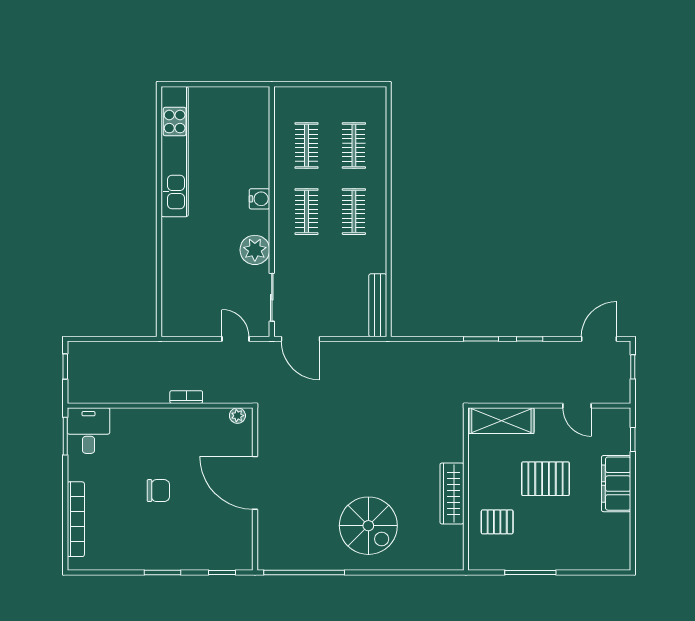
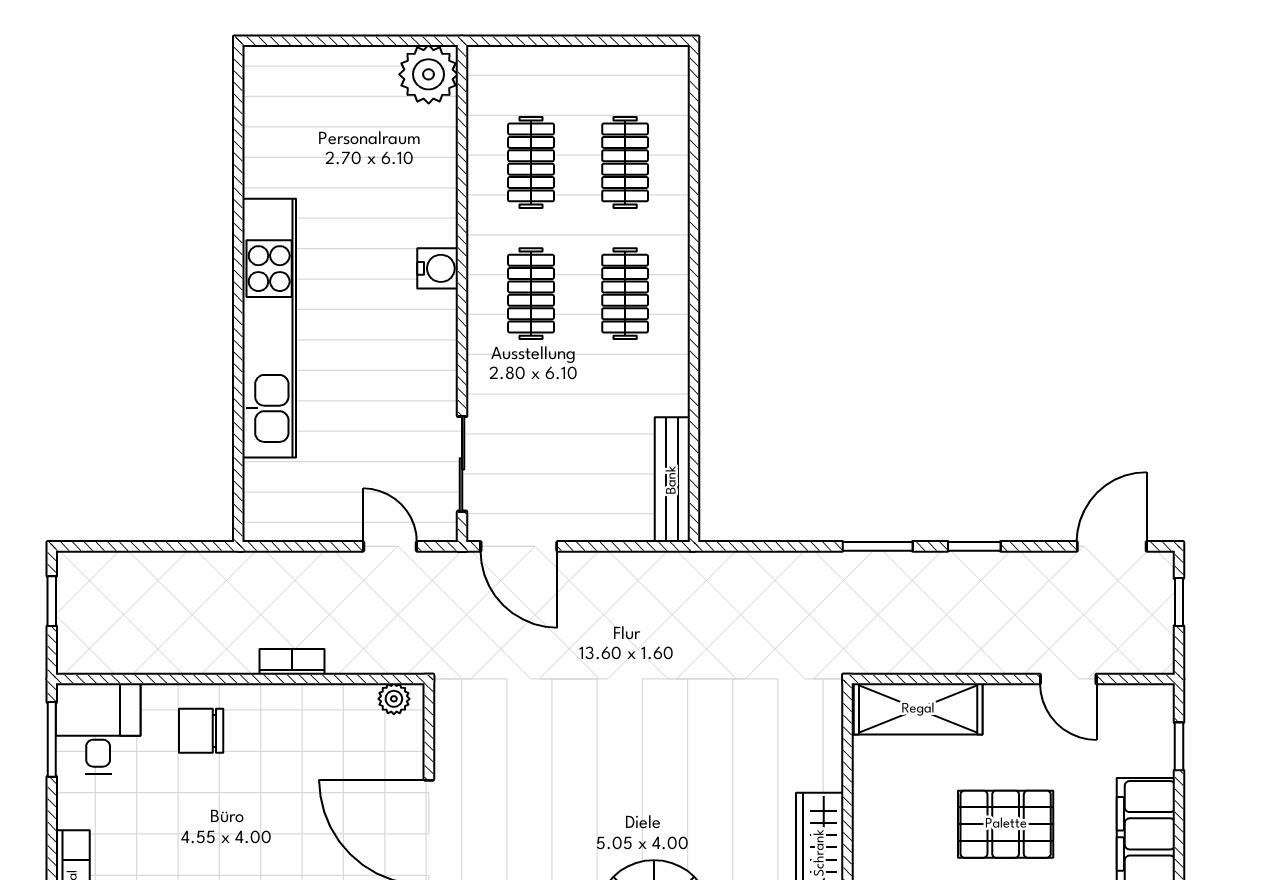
kitchen unit: (175, 152) -> (269, 328), moved
plant: (255, 250) -> (429, 74), moved
chair: (158, 491) -> (201, 731), moved, turned 180

